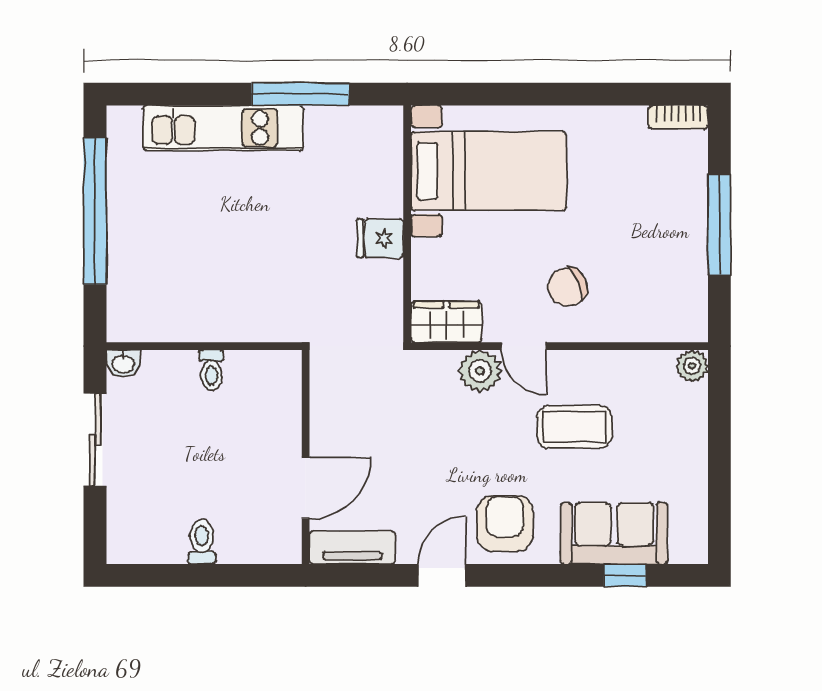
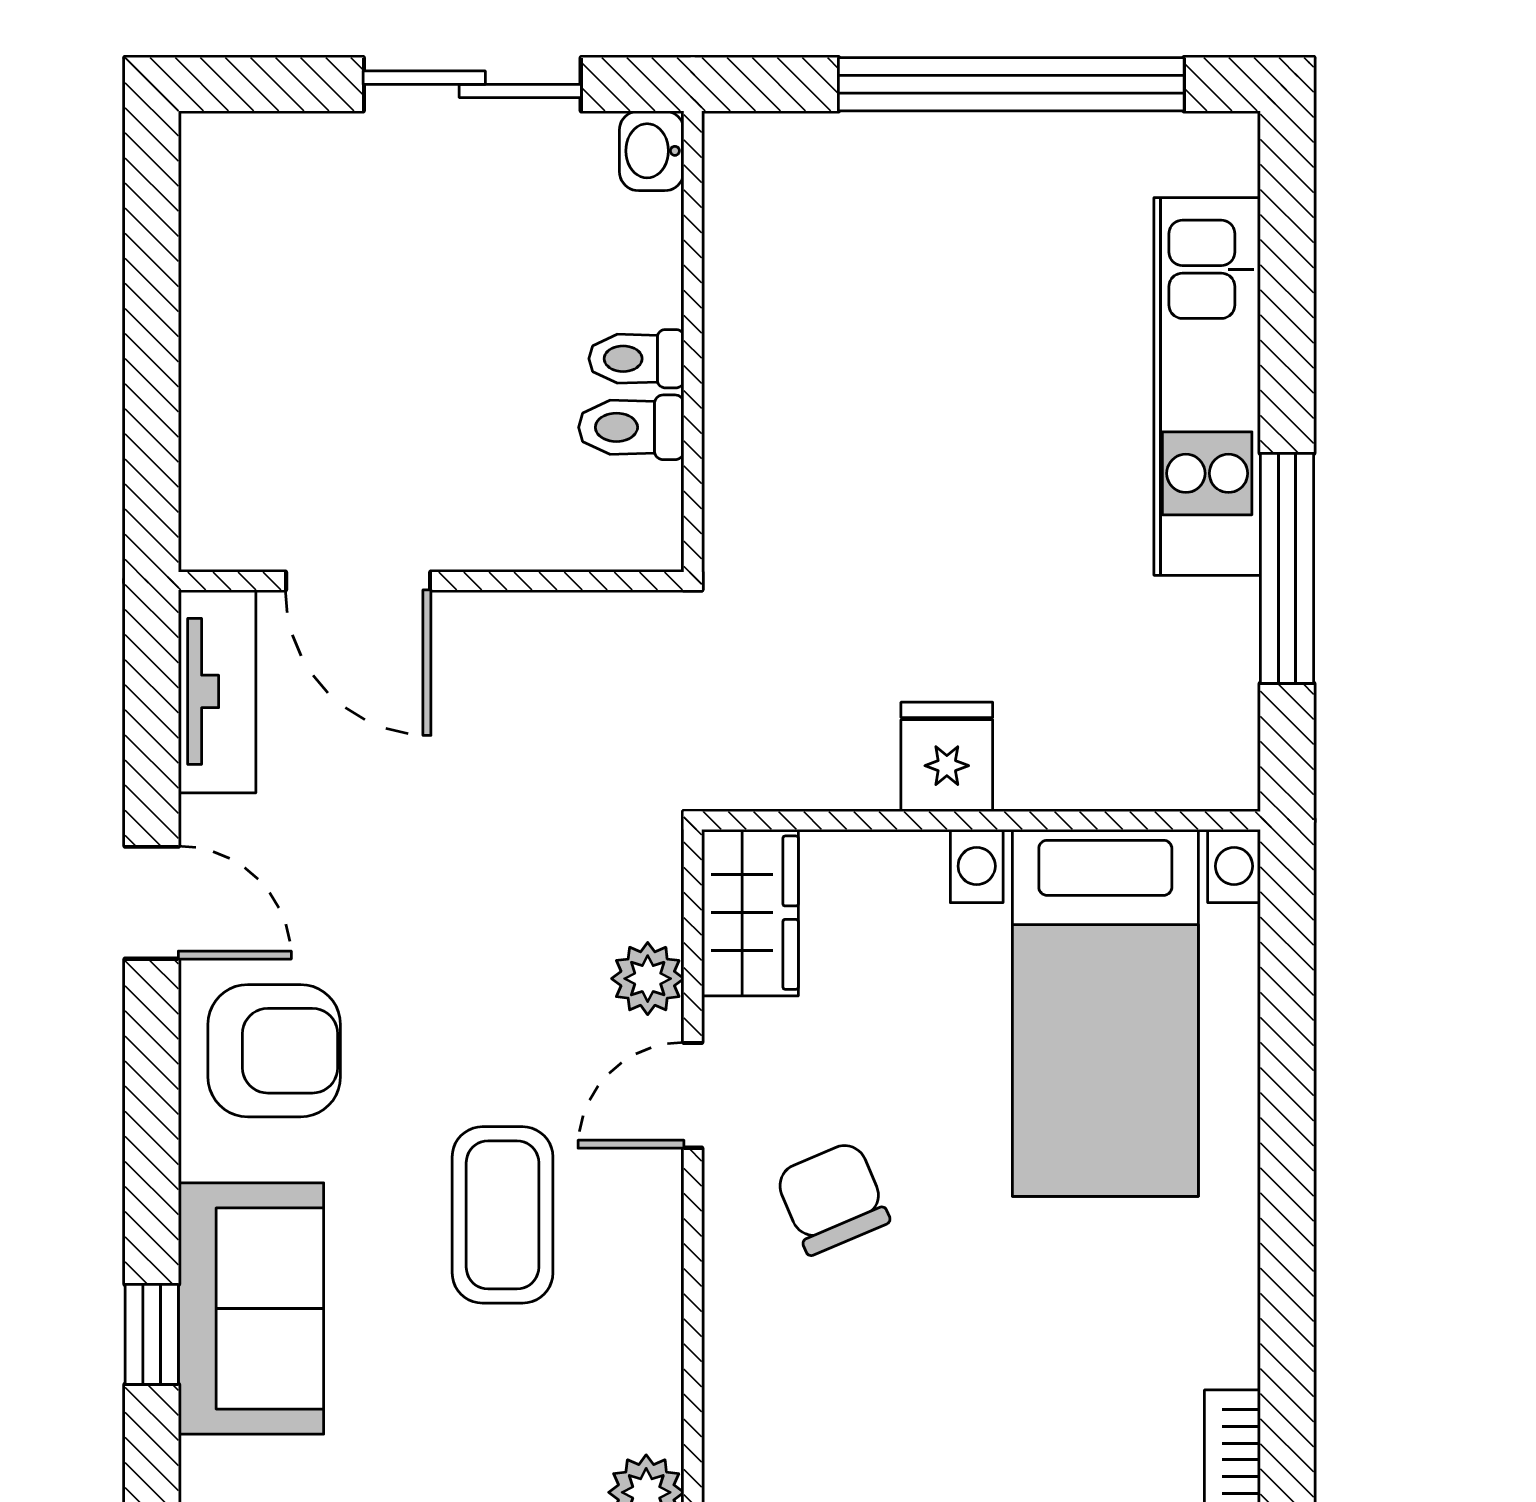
plant: (480, 371) -> (648, 979), width x0.73, depth x0.73
toilet: (202, 542) -> (631, 427), moved, turned 180

